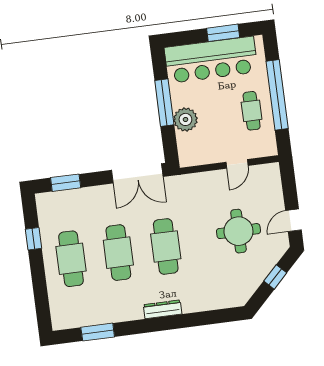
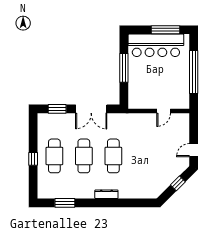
window: (223, 33) -> (166, 30), width x1.44
cafe table: (252, 111) -> (177, 80), removed
plant: (185, 119) -> (136, 80), removed
double door: (137, 173) -> (91, 109), moved
round table: (238, 231) -> (159, 152), removed
window: (34, 239) -> (33, 159), moved

